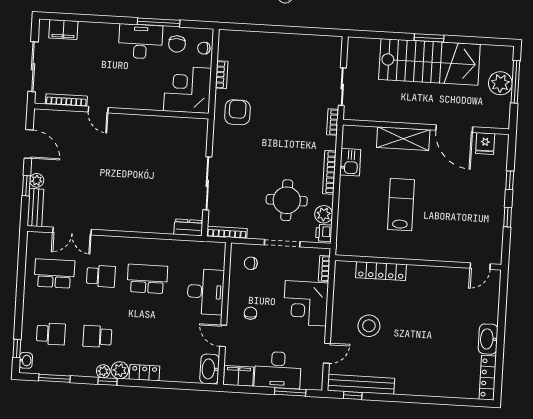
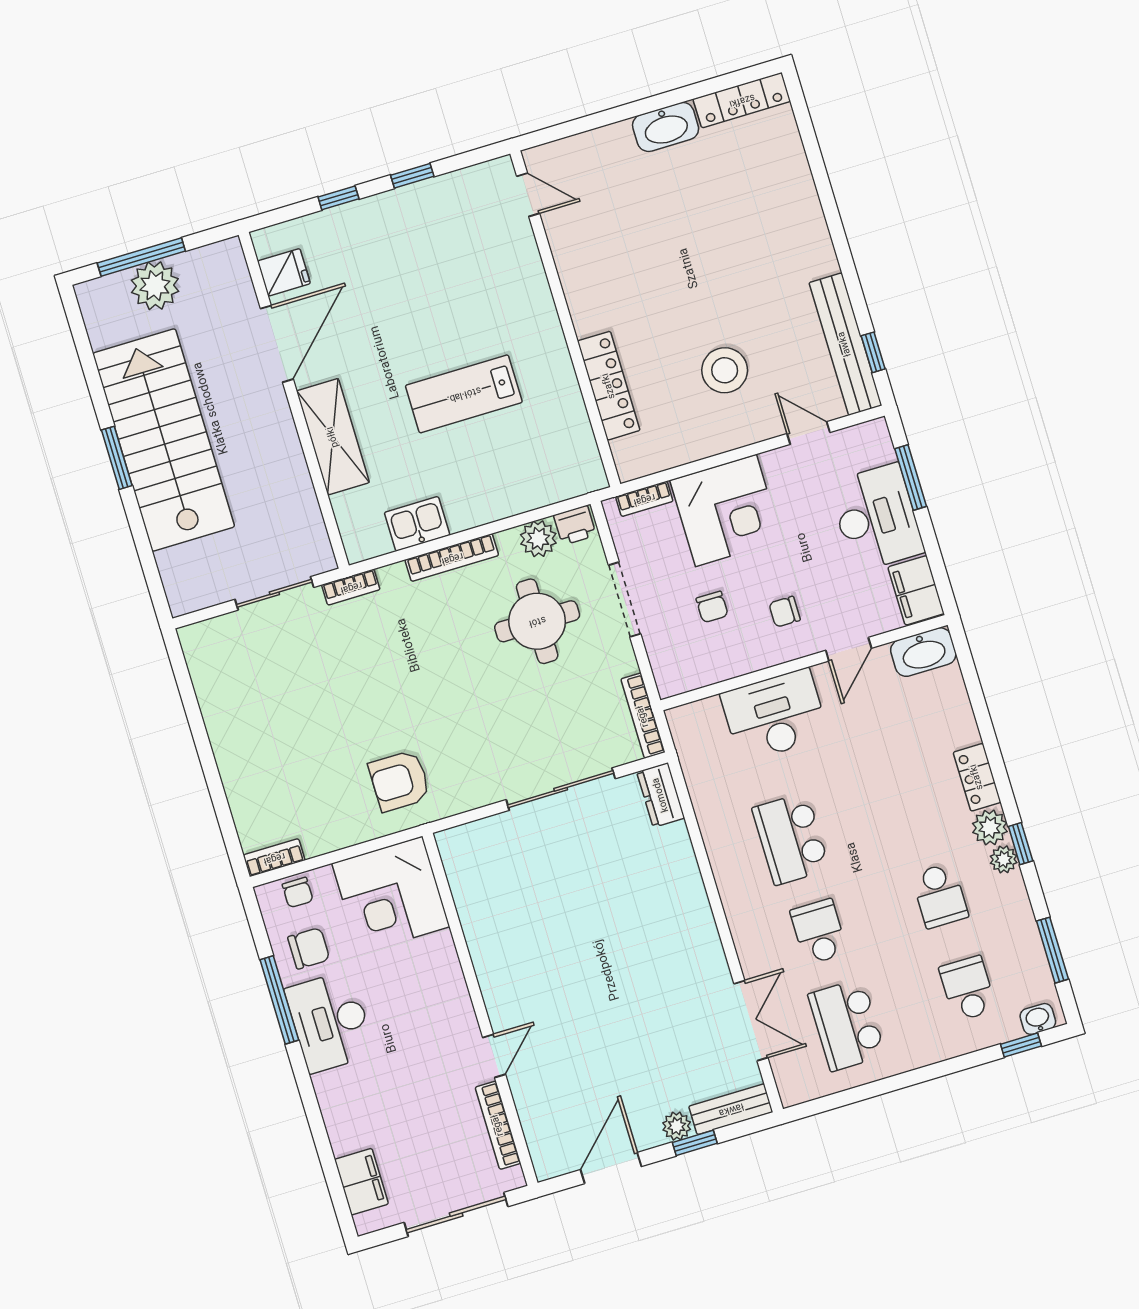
bookcase: (222, 75) -> (274, 858), moved
chair: (251, 263) -> (712, 607), moved

